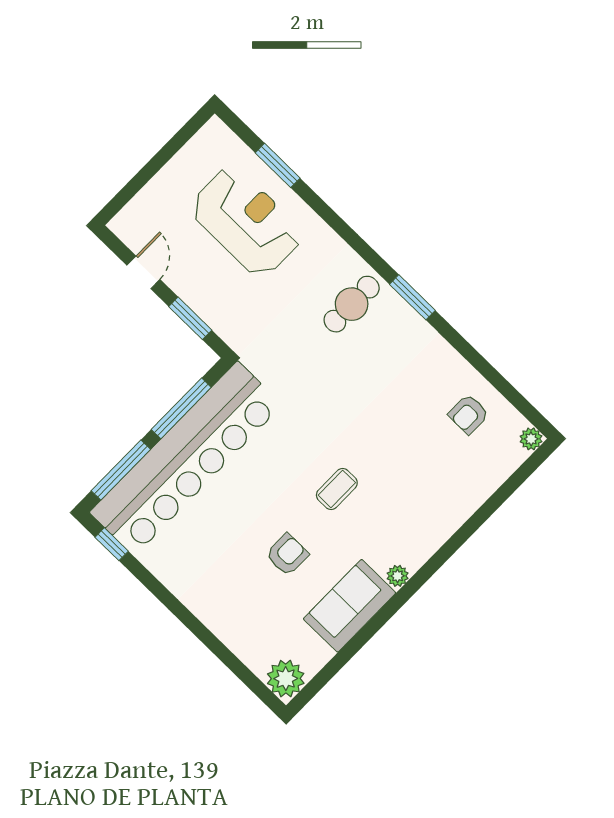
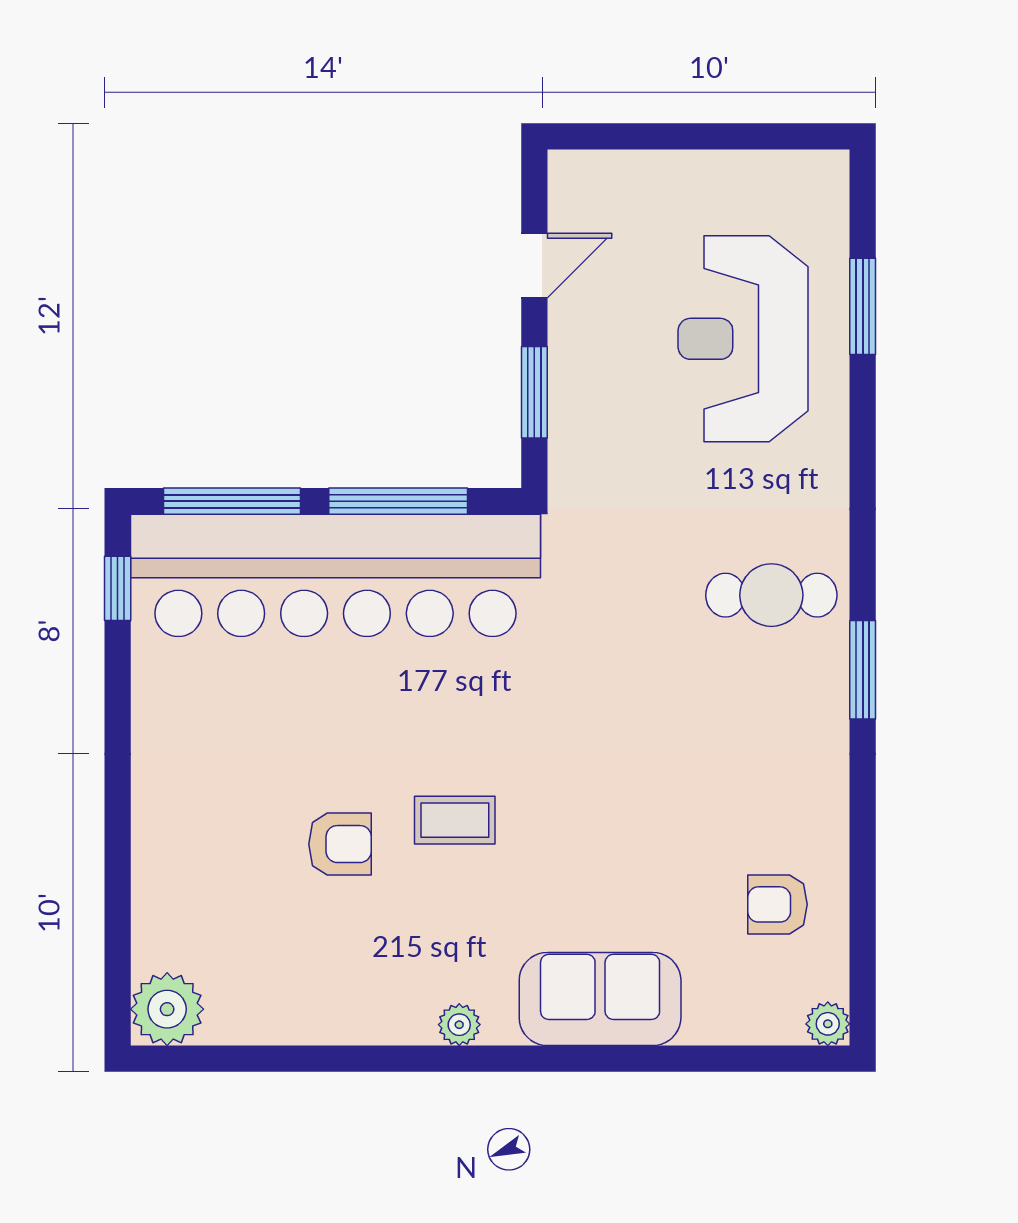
reception desk: (246, 222) -> (743, 339), turned 180
coffee table: (337, 489) -> (455, 820), moved
sofa: (350, 606) -> (600, 999), moved

